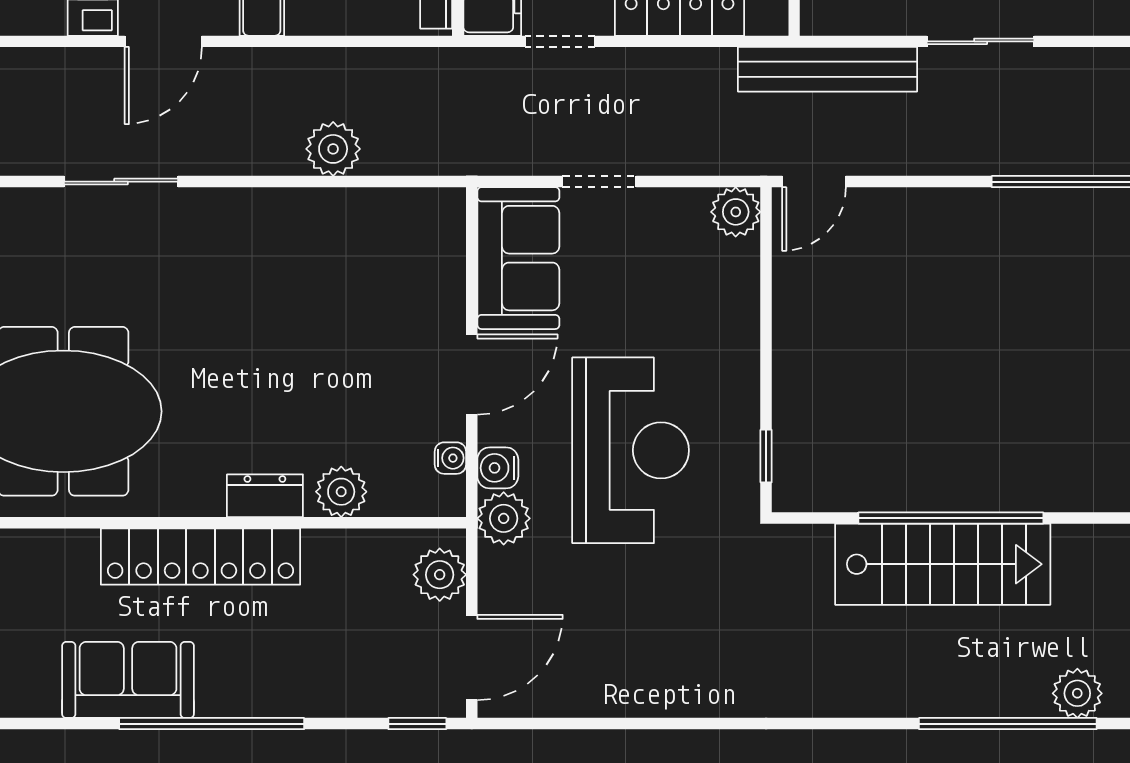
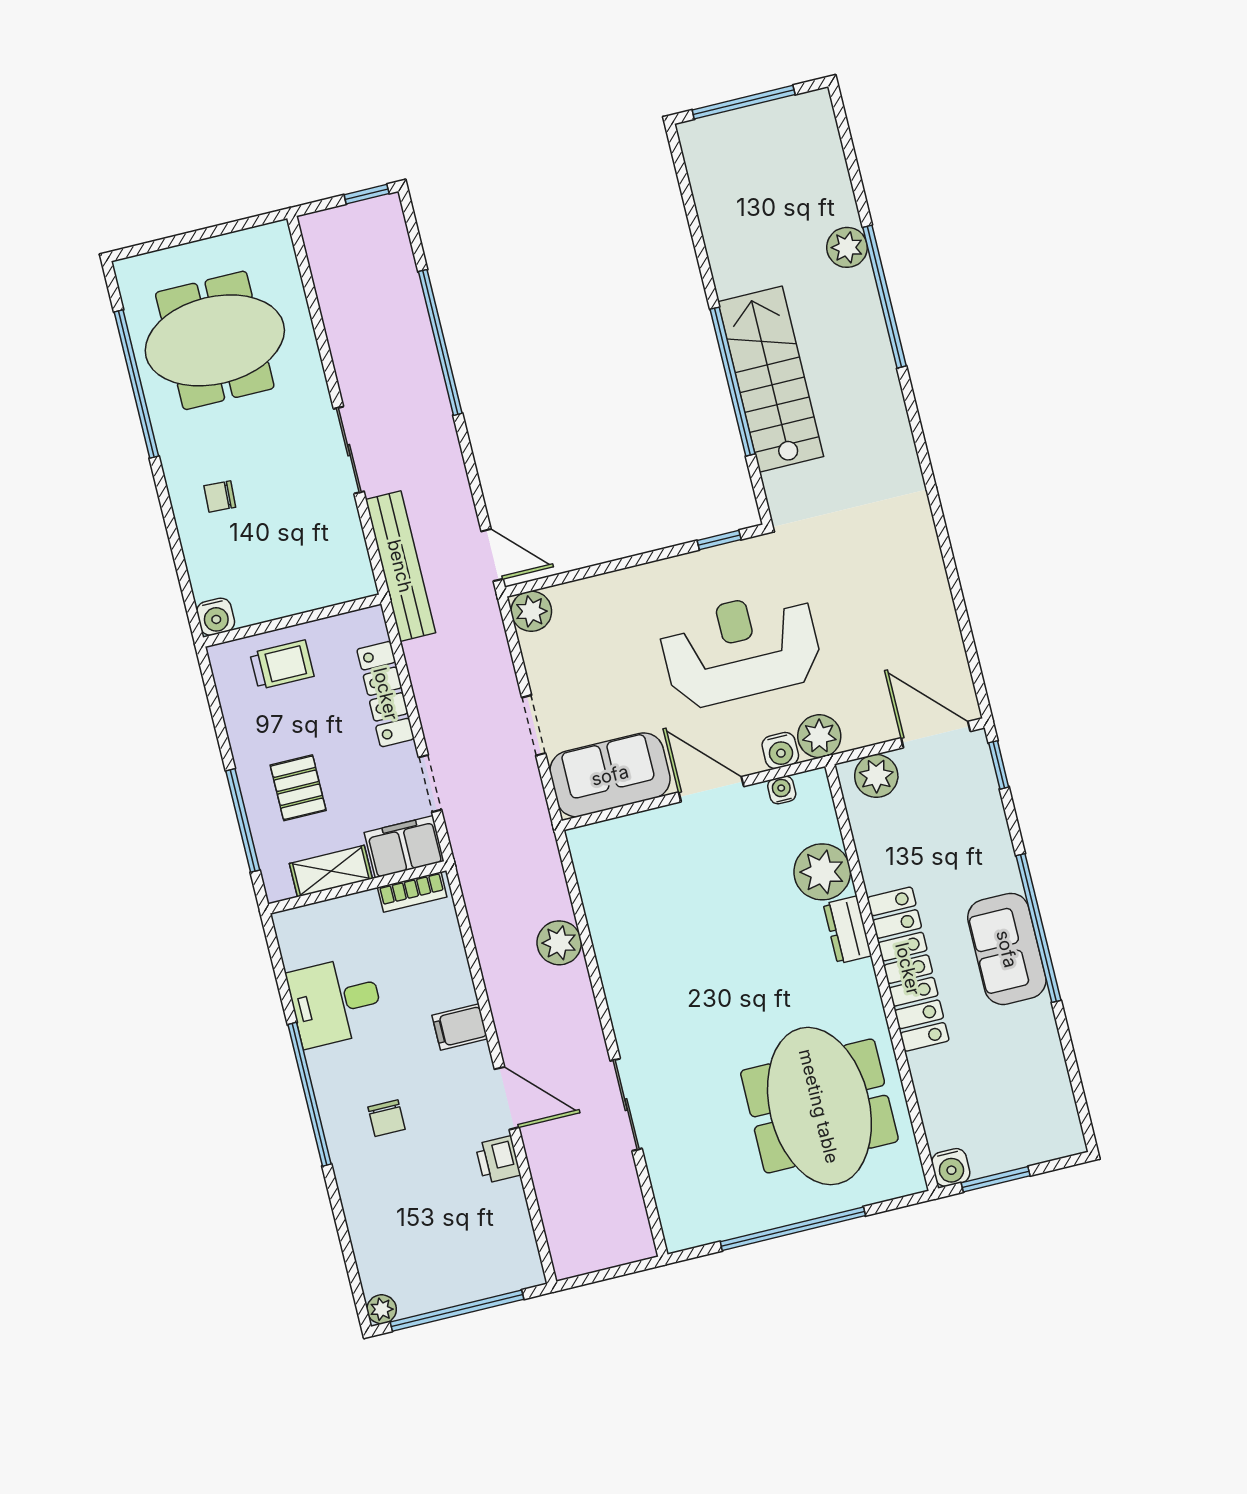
plant: (341, 492) -> (822, 872), width x1.36, depth x1.36
sofa: (128, 680) -> (1007, 949), moved

